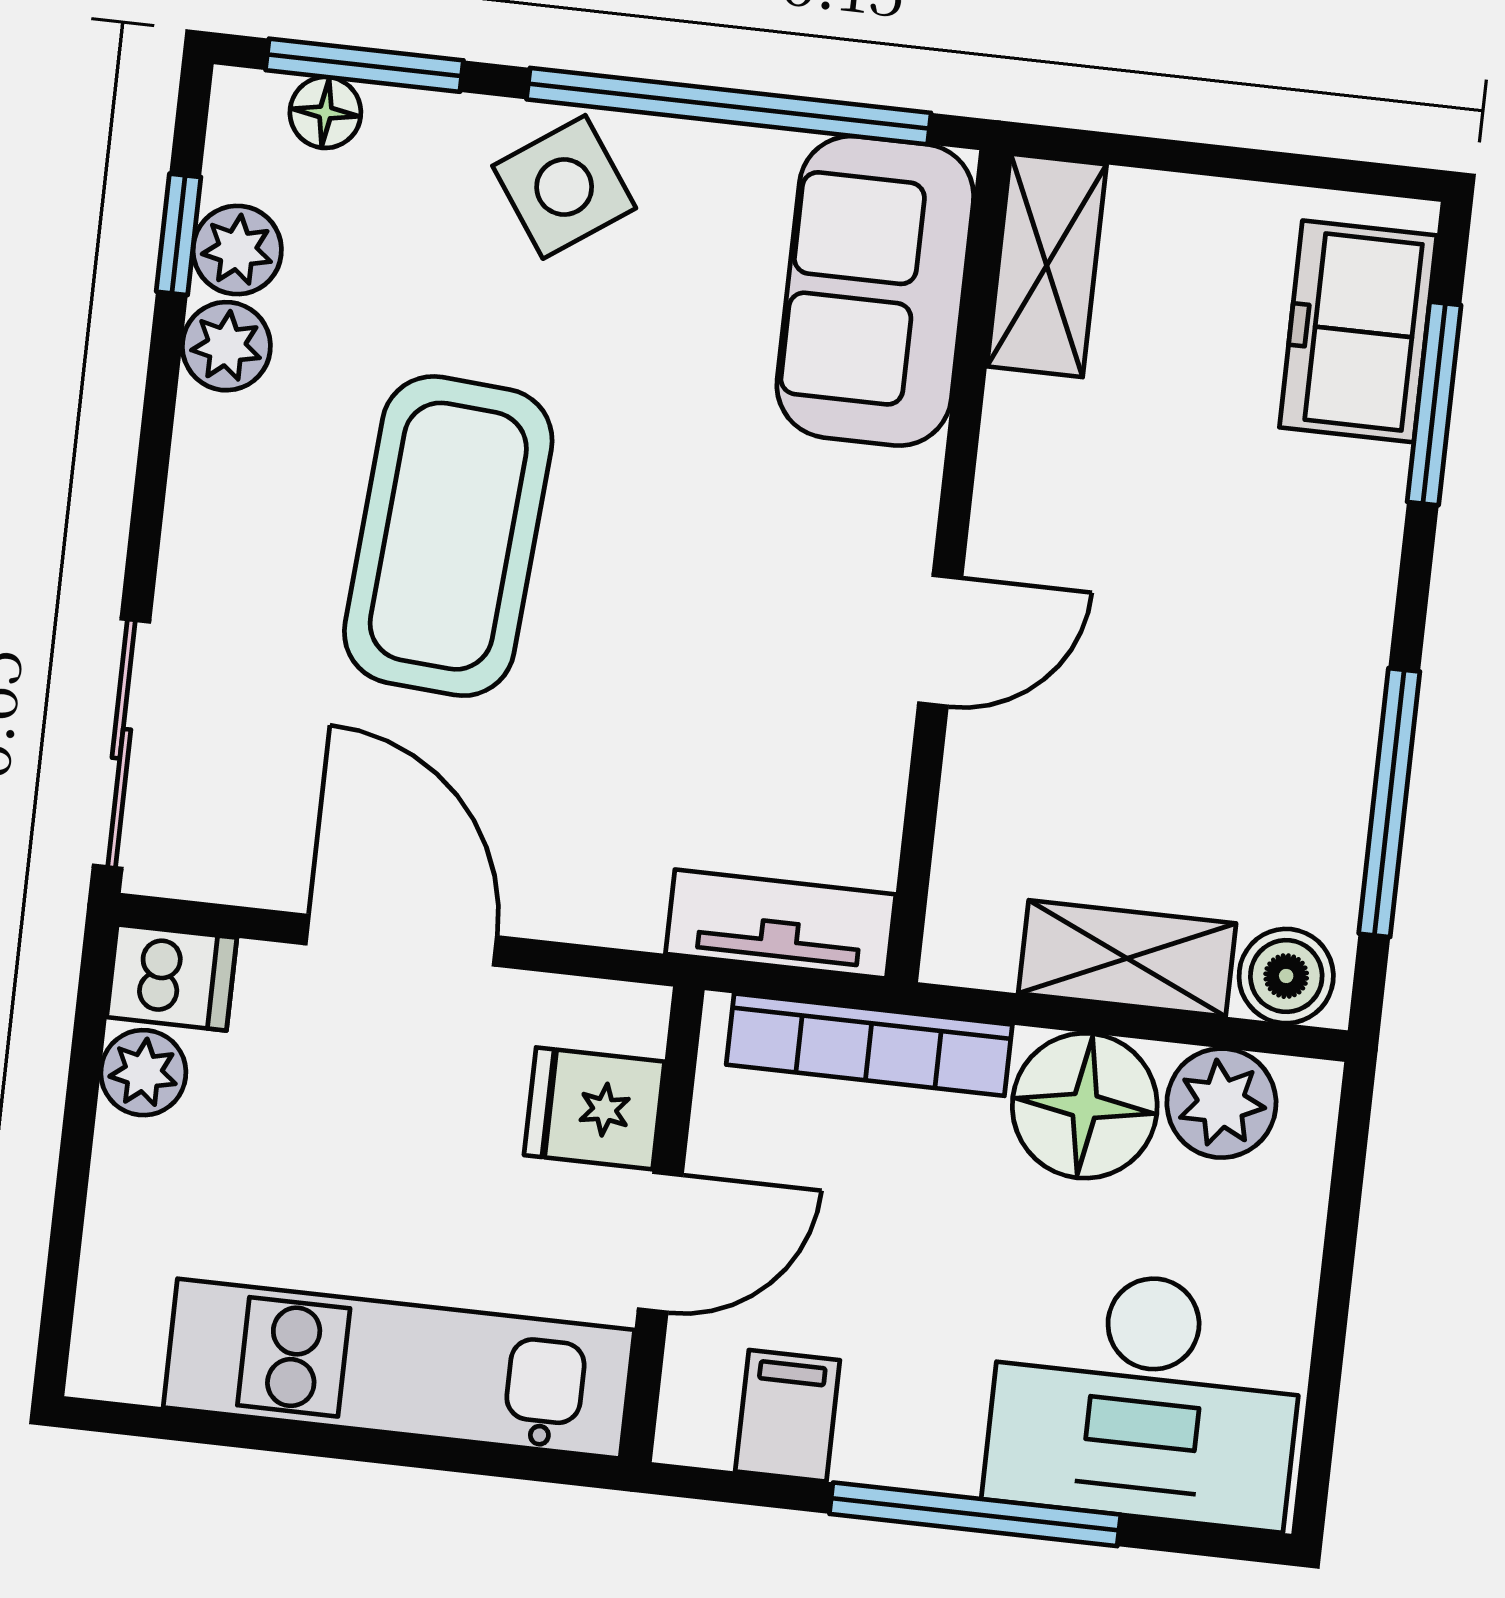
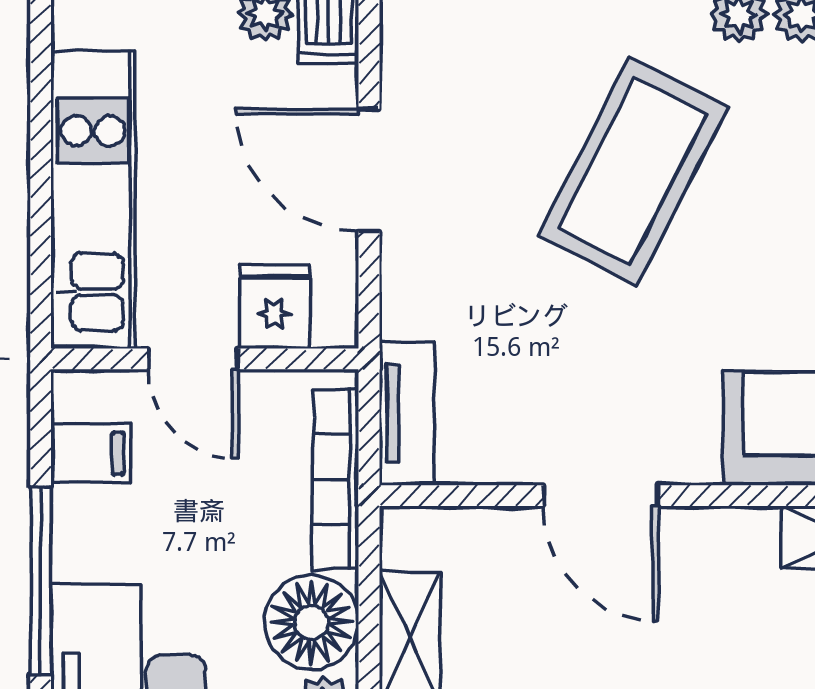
coffee table: (448, 536) -> (633, 171), turned -67
door: (940, 641) -> (601, 496), width x1.38
door: (401, 940) -> (369, 170), swing flipped

